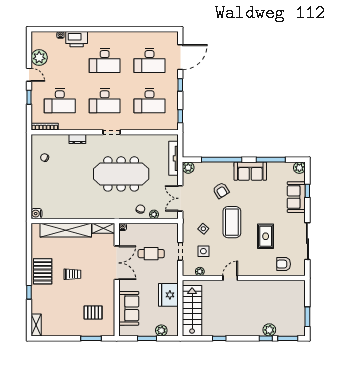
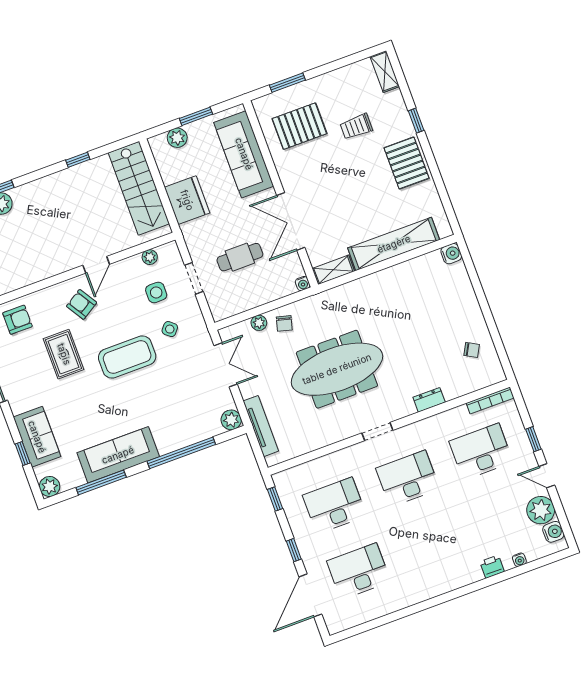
printer: (77, 39) -> (492, 567), width x0.53, depth x0.68
water cooler: (37, 43) -> (553, 532), added
desk: (105, 61) -> (432, 544), removed
sofa: (250, 171) -> (118, 455), width x1.36
armchair: (221, 190) -> (82, 304), moved
coffee table: (232, 222) -> (127, 357), turned 90
trolley: (72, 274) -> (356, 127), moved
sofa: (129, 308) -> (244, 154), width x1.36
pallet: (93, 312) -> (299, 126), width x1.50, depth x1.42

